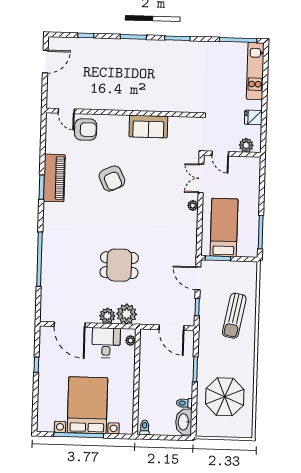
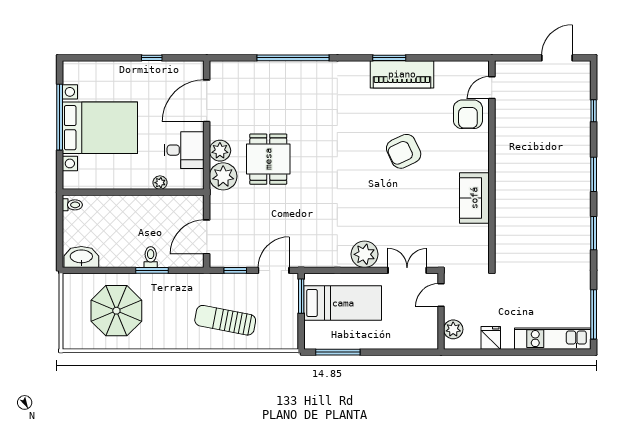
door: (45, 62) -> (557, 58), swing flipped
plant: (193, 205) -> (365, 254), width x1.88, depth x1.88
dining table: (119, 265) -> (268, 159), moved
plant: (131, 341) -> (160, 183), moved
toilet: (184, 403) -> (151, 257), moved

